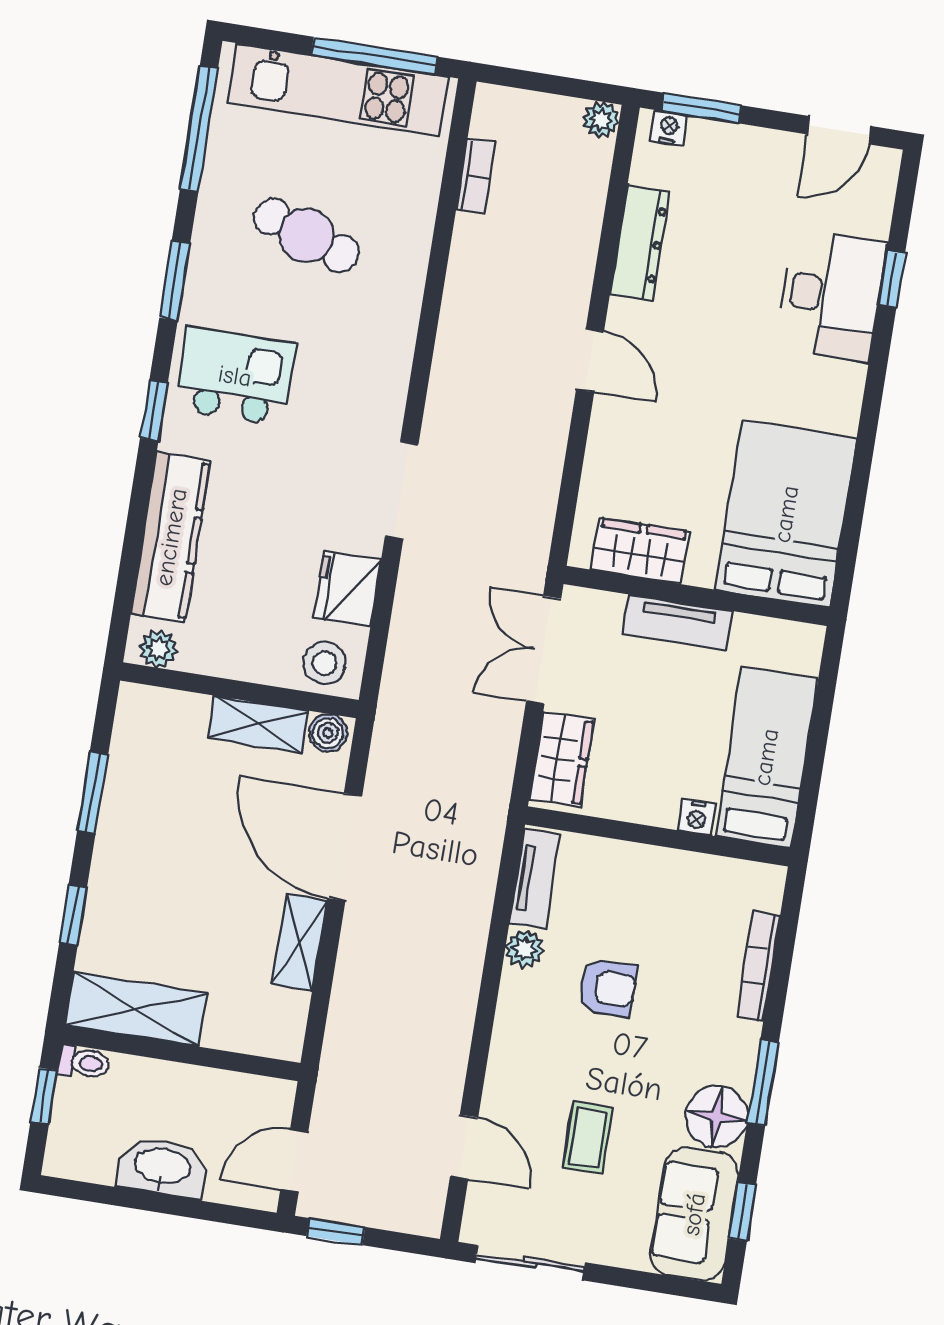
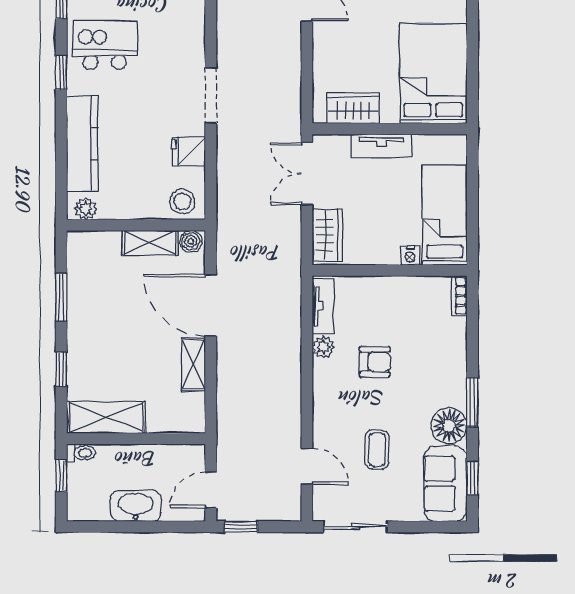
fridge: (347, 589) -> (189, 151), width x0.72
bookcase: (758, 966) -> (459, 296), moved, width x0.64

